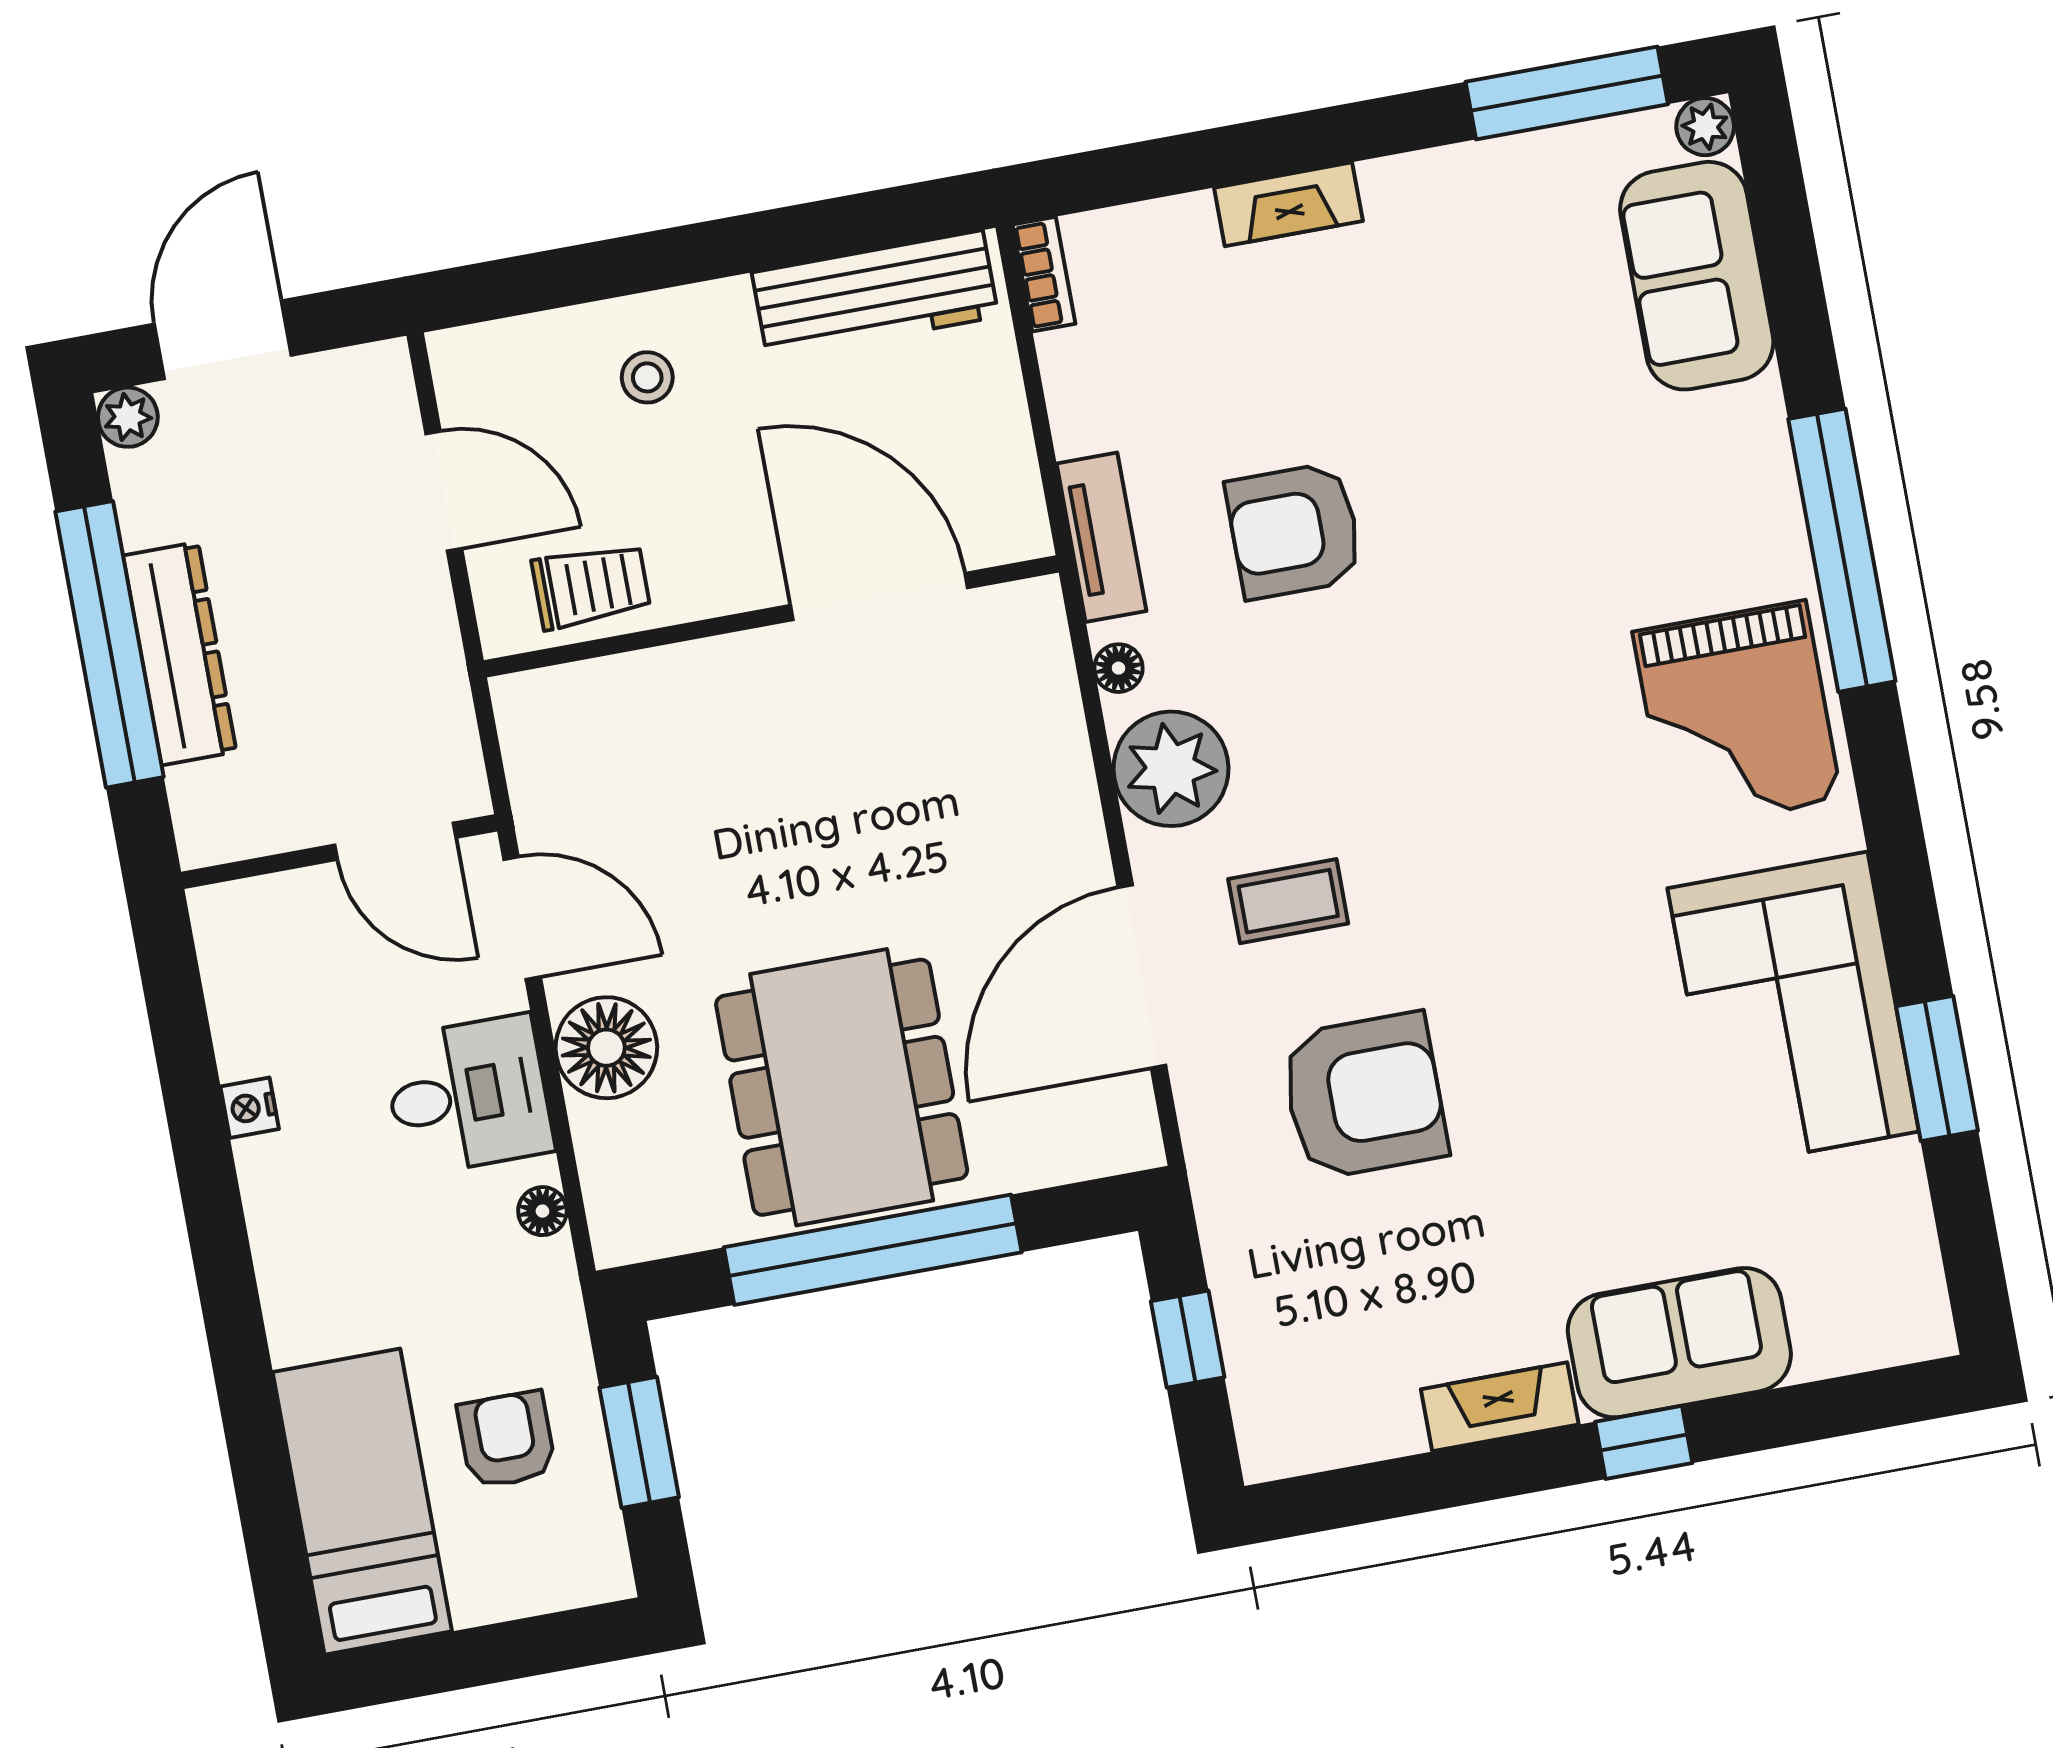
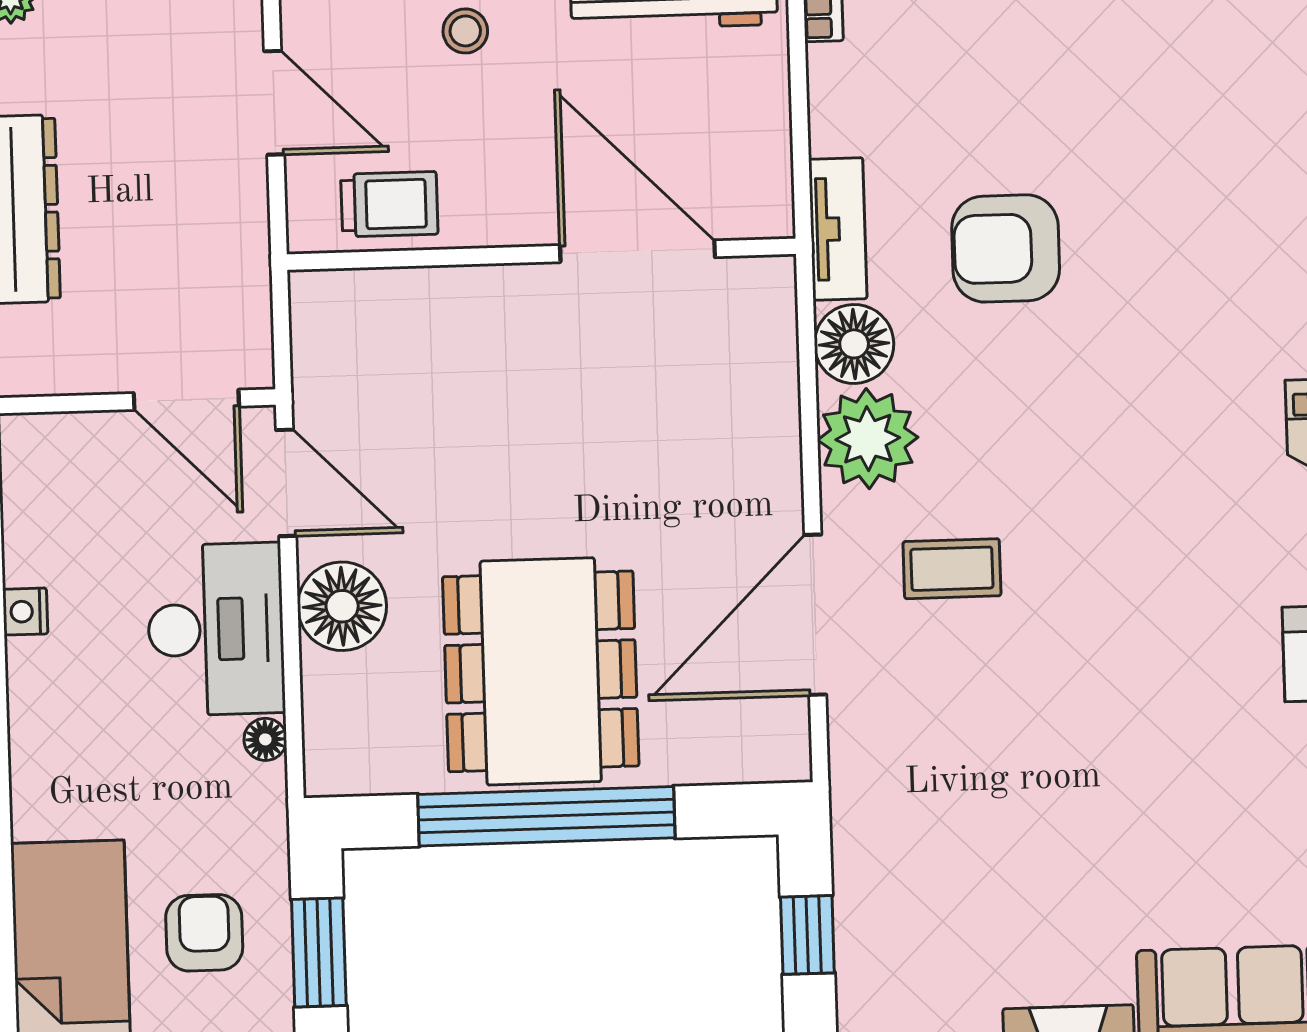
floor lamp: (1119, 668) -> (854, 344), width x1.89, depth x1.89
desk: (468, 1095) -> (216, 629), width x1.37
armchair: (1364, 1096) -> (992, 747), removed

